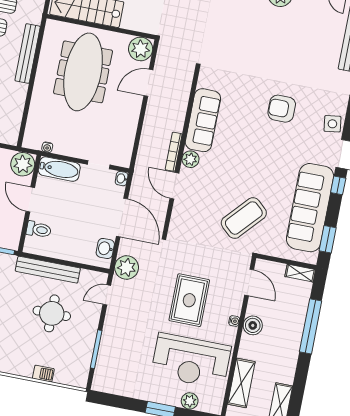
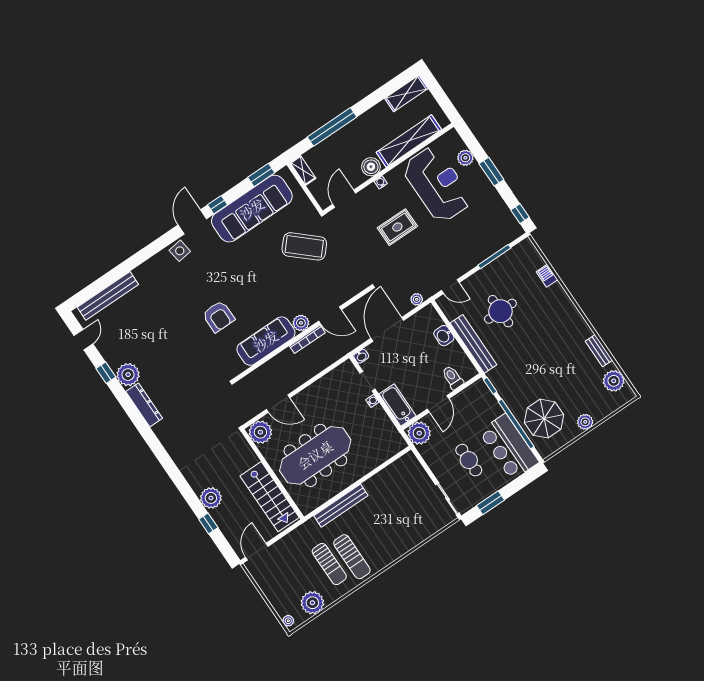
armchair: (282, 109) -> (218, 316), moved
water cooler: (47, 147) -> (372, 401), moved
door: (174, 186) -> (330, 316), hinge flipped
washbasin: (105, 248) -> (444, 336), moved, turned 90
plant: (127, 268) -> (417, 299), width x0.53, depth x0.53
rug: (189, 300) -> (397, 227), width x0.73, depth x0.70
shelving: (241, 383) -> (409, 141), width x1.47
window: (109, 400) -> (520, 214), added

